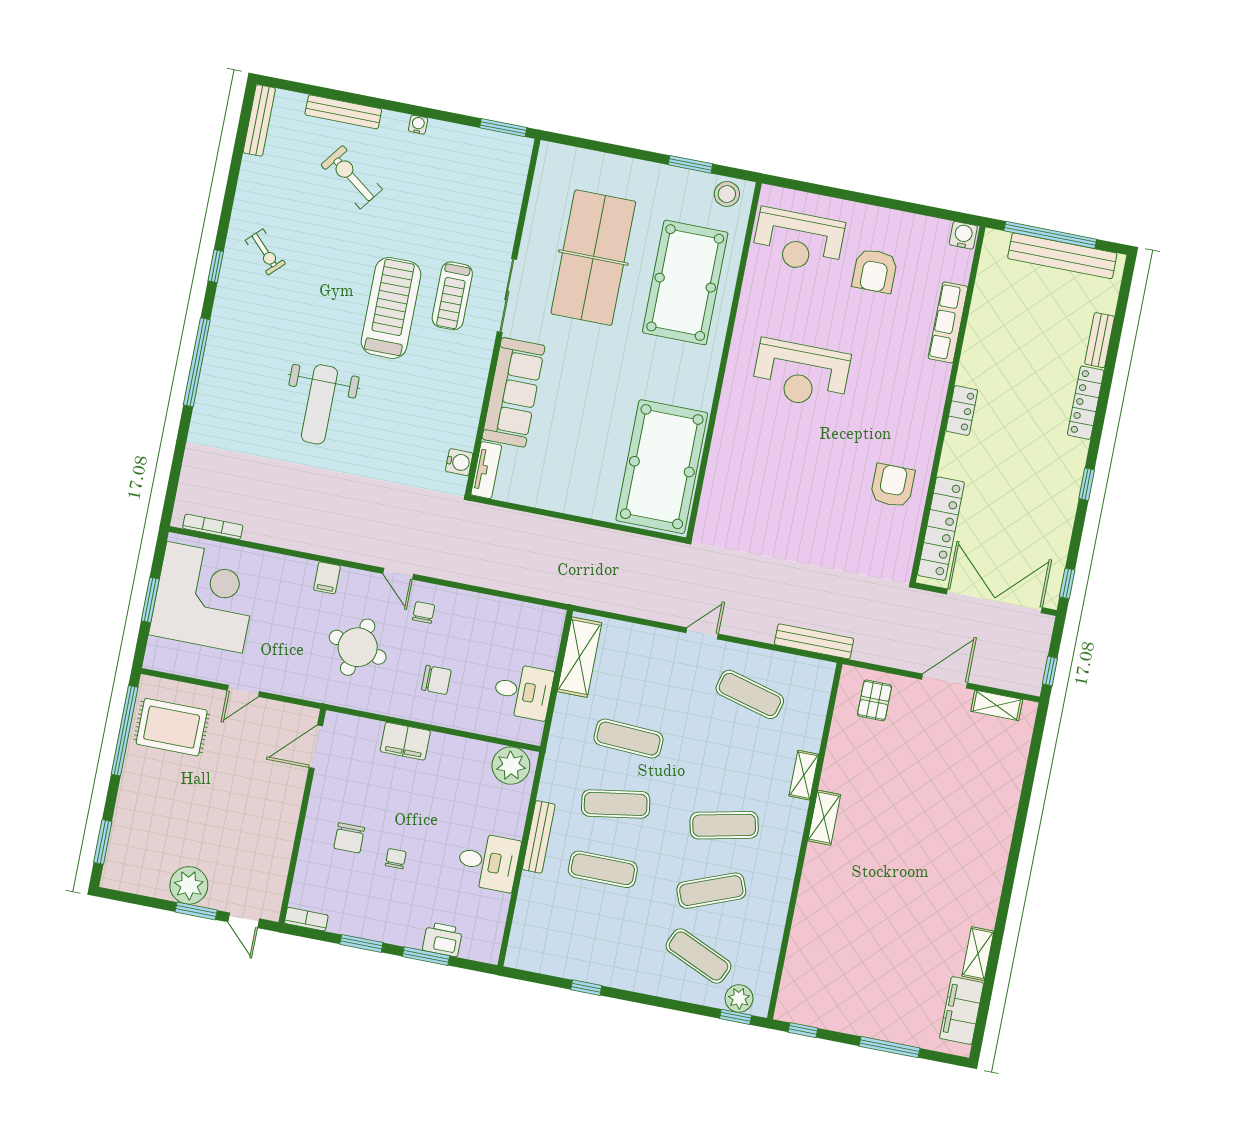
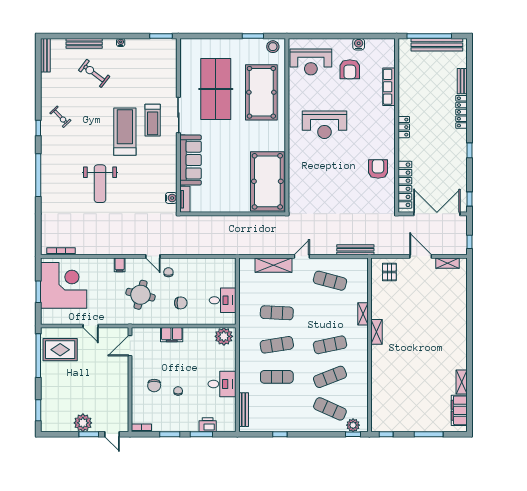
water cooler: (963, 235) -> (359, 44), moved
shelving: (579, 657) -> (274, 265), moved, turned 90
door: (945, 681) -> (421, 256), hinge flipped
door: (243, 691) -> (91, 326), hinge flipped
bench: (539, 837) -> (244, 410), moved

